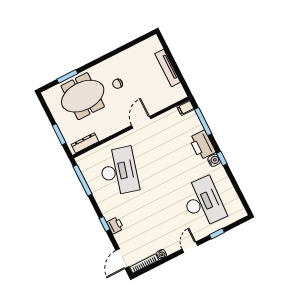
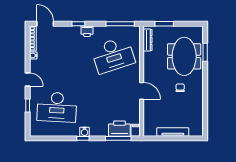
printer: (202, 145) -> (119, 129), moved
desk: (119, 171) -> (113, 55), turned -33
printer: (115, 225) -> (87, 31), moved

